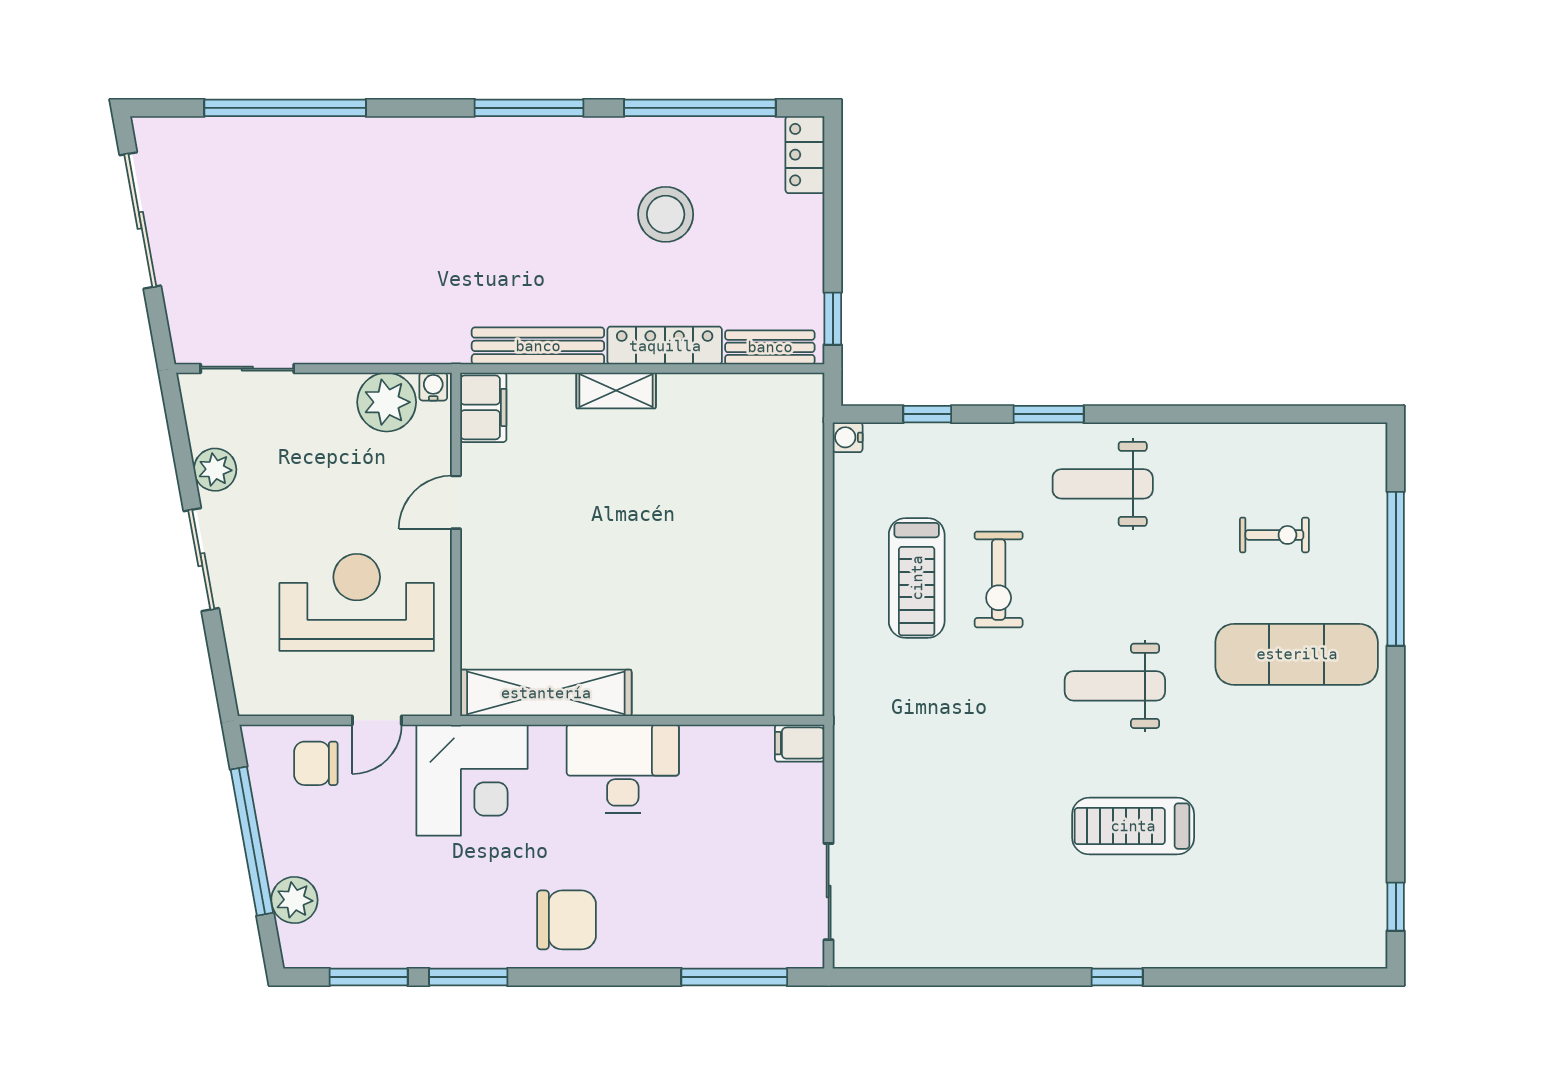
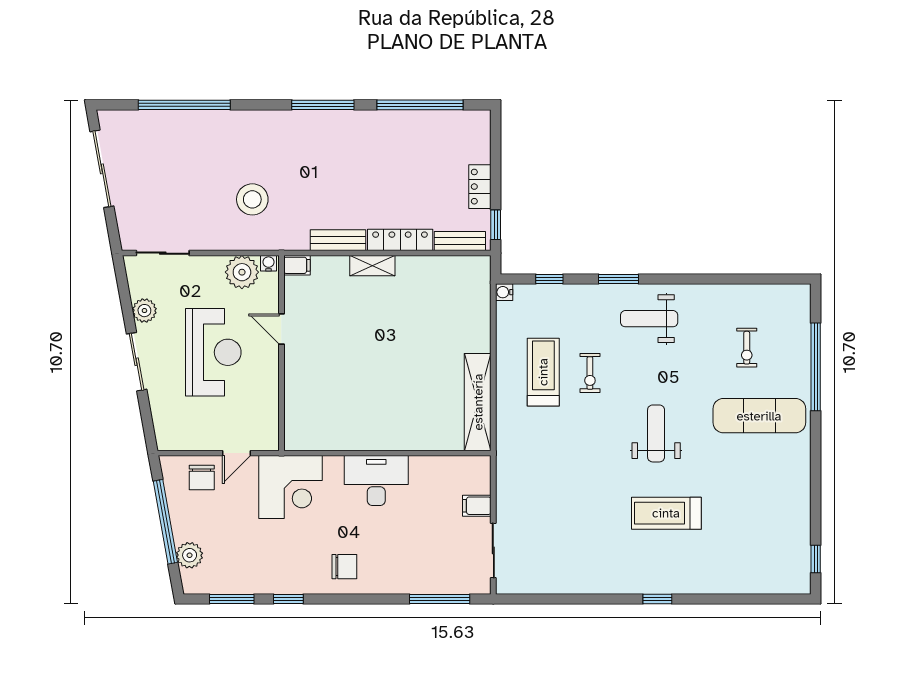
locker: (805, 155) -> (480, 187), moved
stool: (666, 214) -> (252, 199), moved
bench: (538, 346) -> (338, 240), width x0.73
filing cabinet: (483, 407) -> (297, 265), width x0.50
door: (456, 502) -> (281, 329), hinge flipped
exercise bike: (1274, 535) -> (747, 348), turned 90
treadmill: (917, 578) -> (543, 372), turned 180
exercise bike: (999, 580) -> (590, 373), width x0.73, depth x0.72
reception desk: (357, 602) -> (213, 352), moved, turned 90
weight bench: (1115, 686) -> (656, 433), turned 90
shelving: (546, 693) -> (478, 402), moved, turned 90
filing cabinet: (800, 743) -> (477, 506), moved
chair: (316, 763) -> (202, 478), turned -90
chair: (567, 920) -> (344, 567), width x0.73, depth x0.73
window: (468, 977) -> (288, 599), width x0.67

